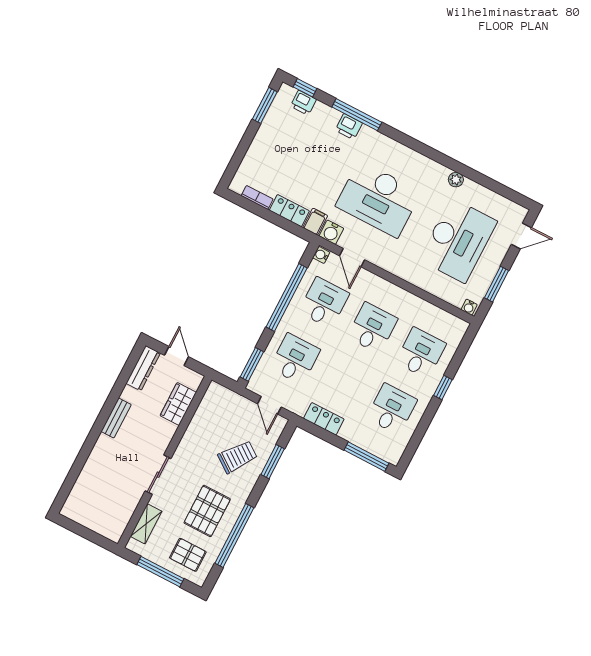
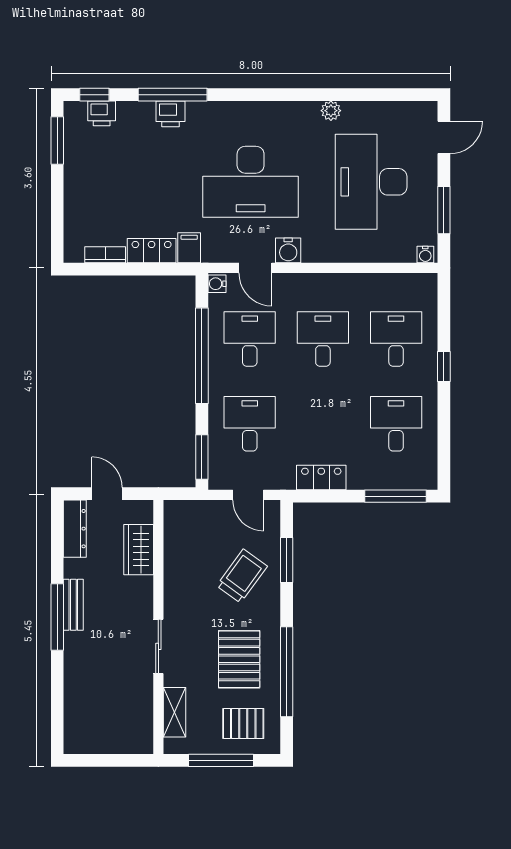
water cooler: (331, 232) -> (288, 250), moved
desk: (458, 240) -> (371, 182), turned 180
window: (101, 421) -> (57, 617), added

